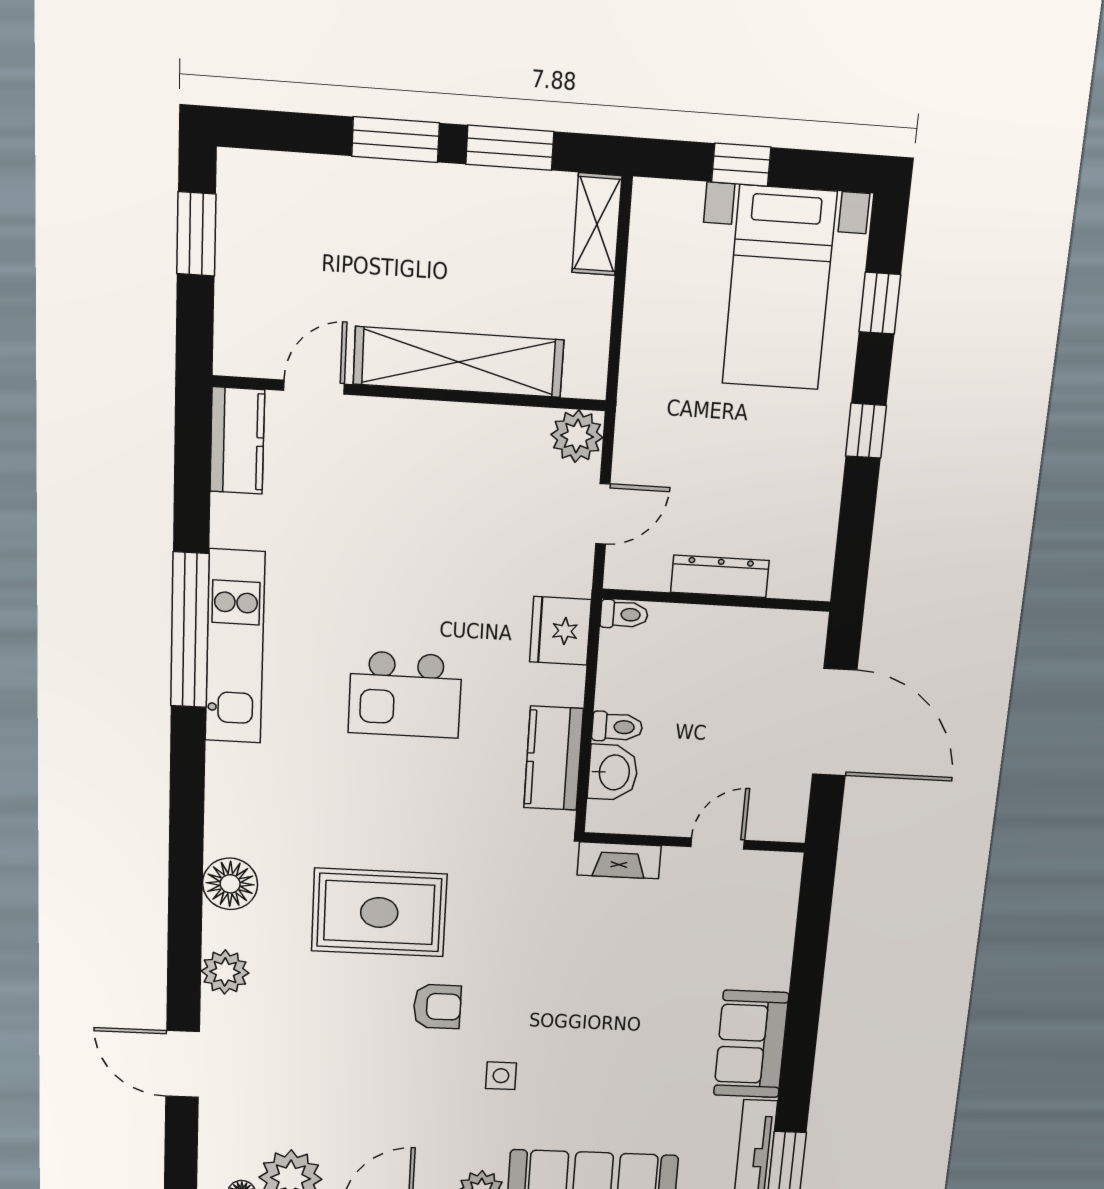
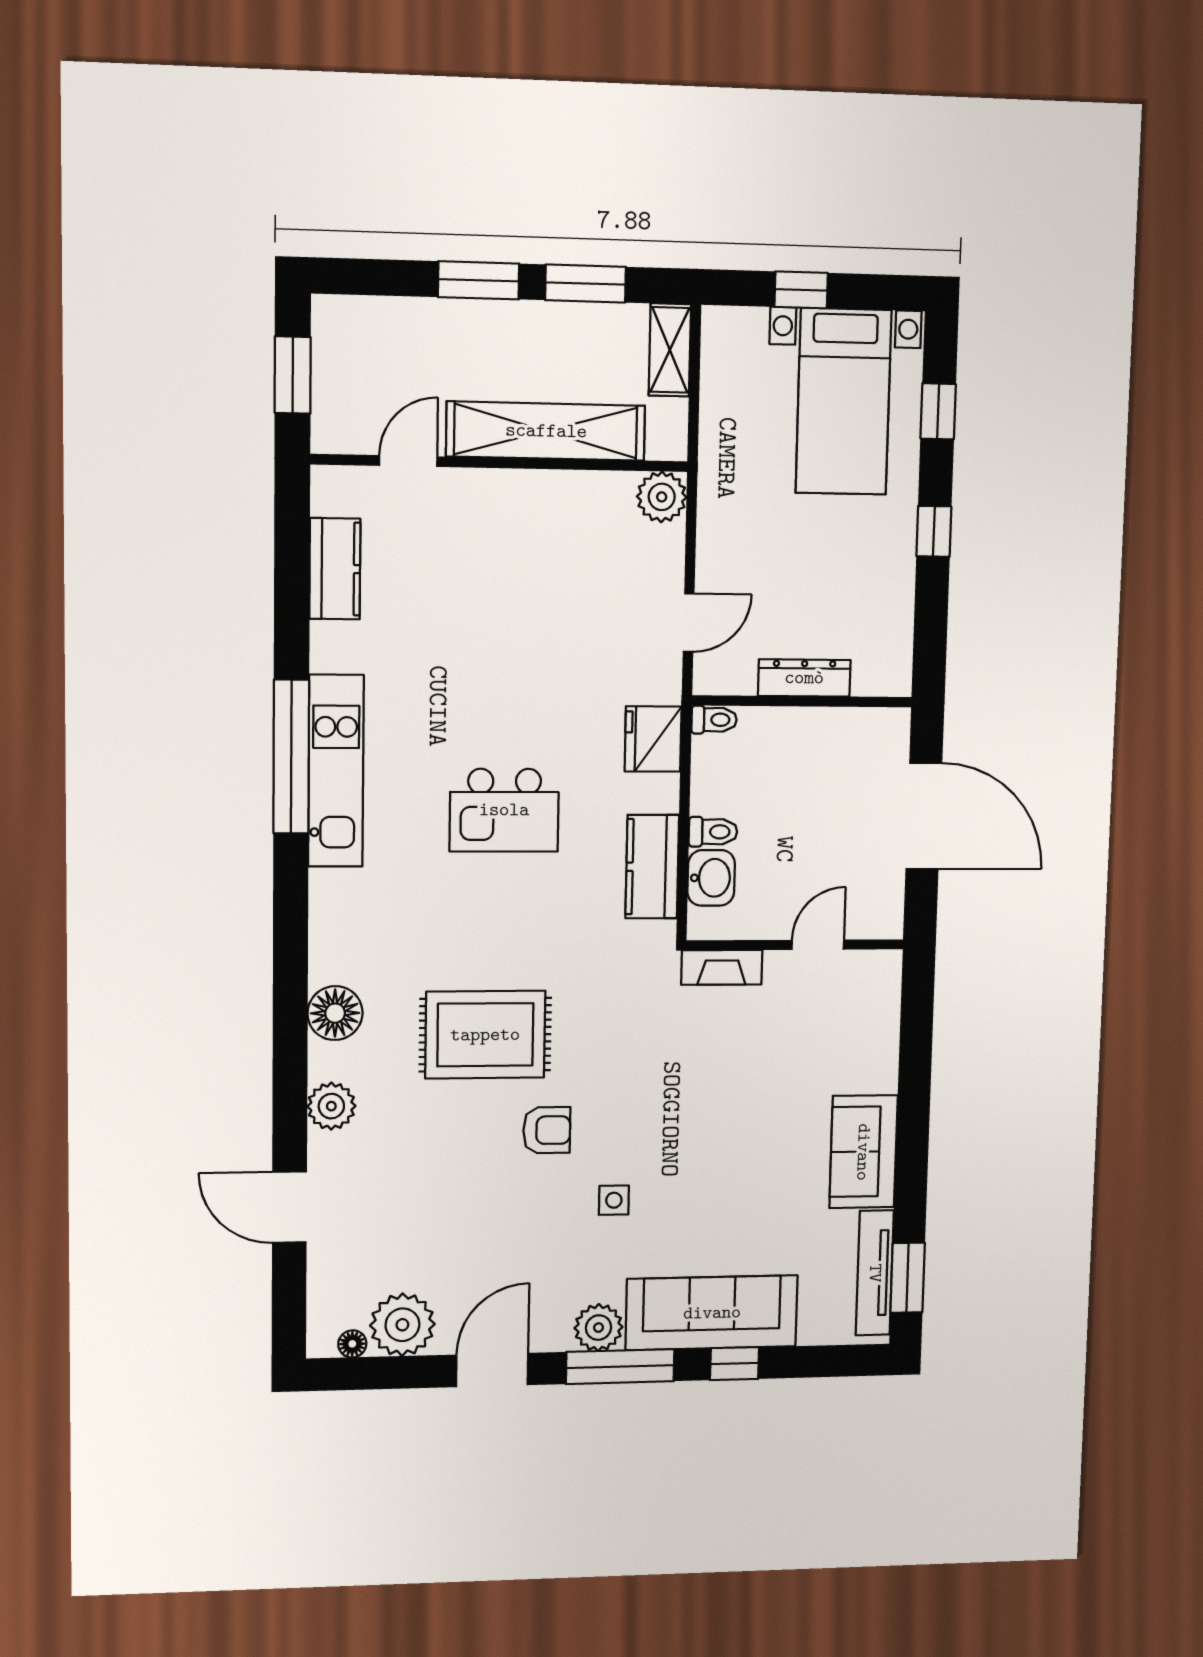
shelving: (459, 362) -> (546, 431), moved
door: (314, 387) -> (408, 461), moved
wall: (410, 393) -> (501, 463), moved
plant: (577, 436) -> (662, 497), moved

